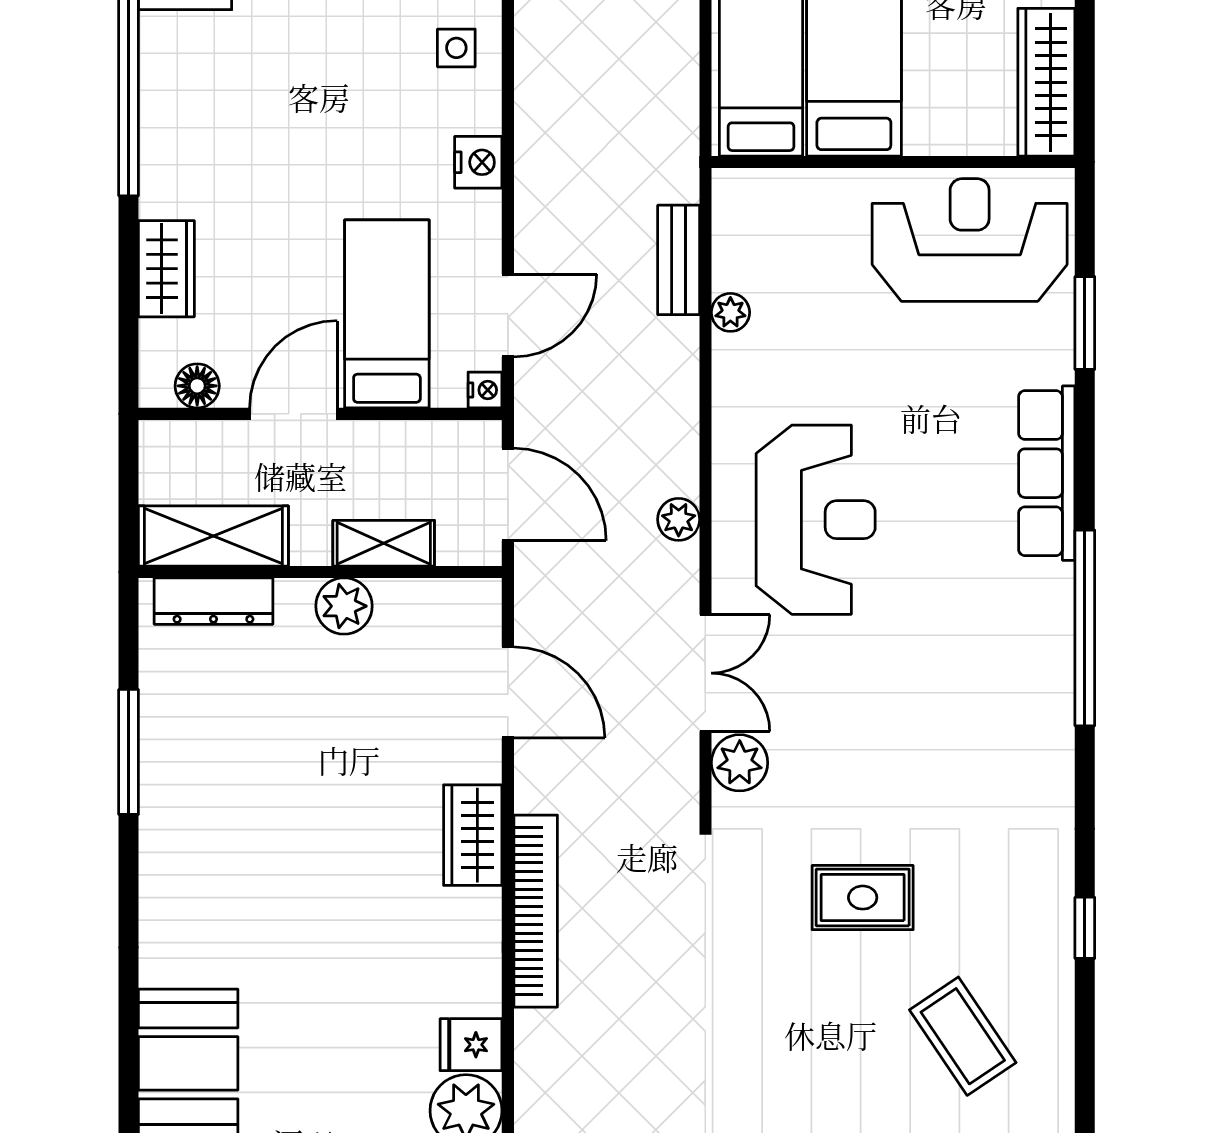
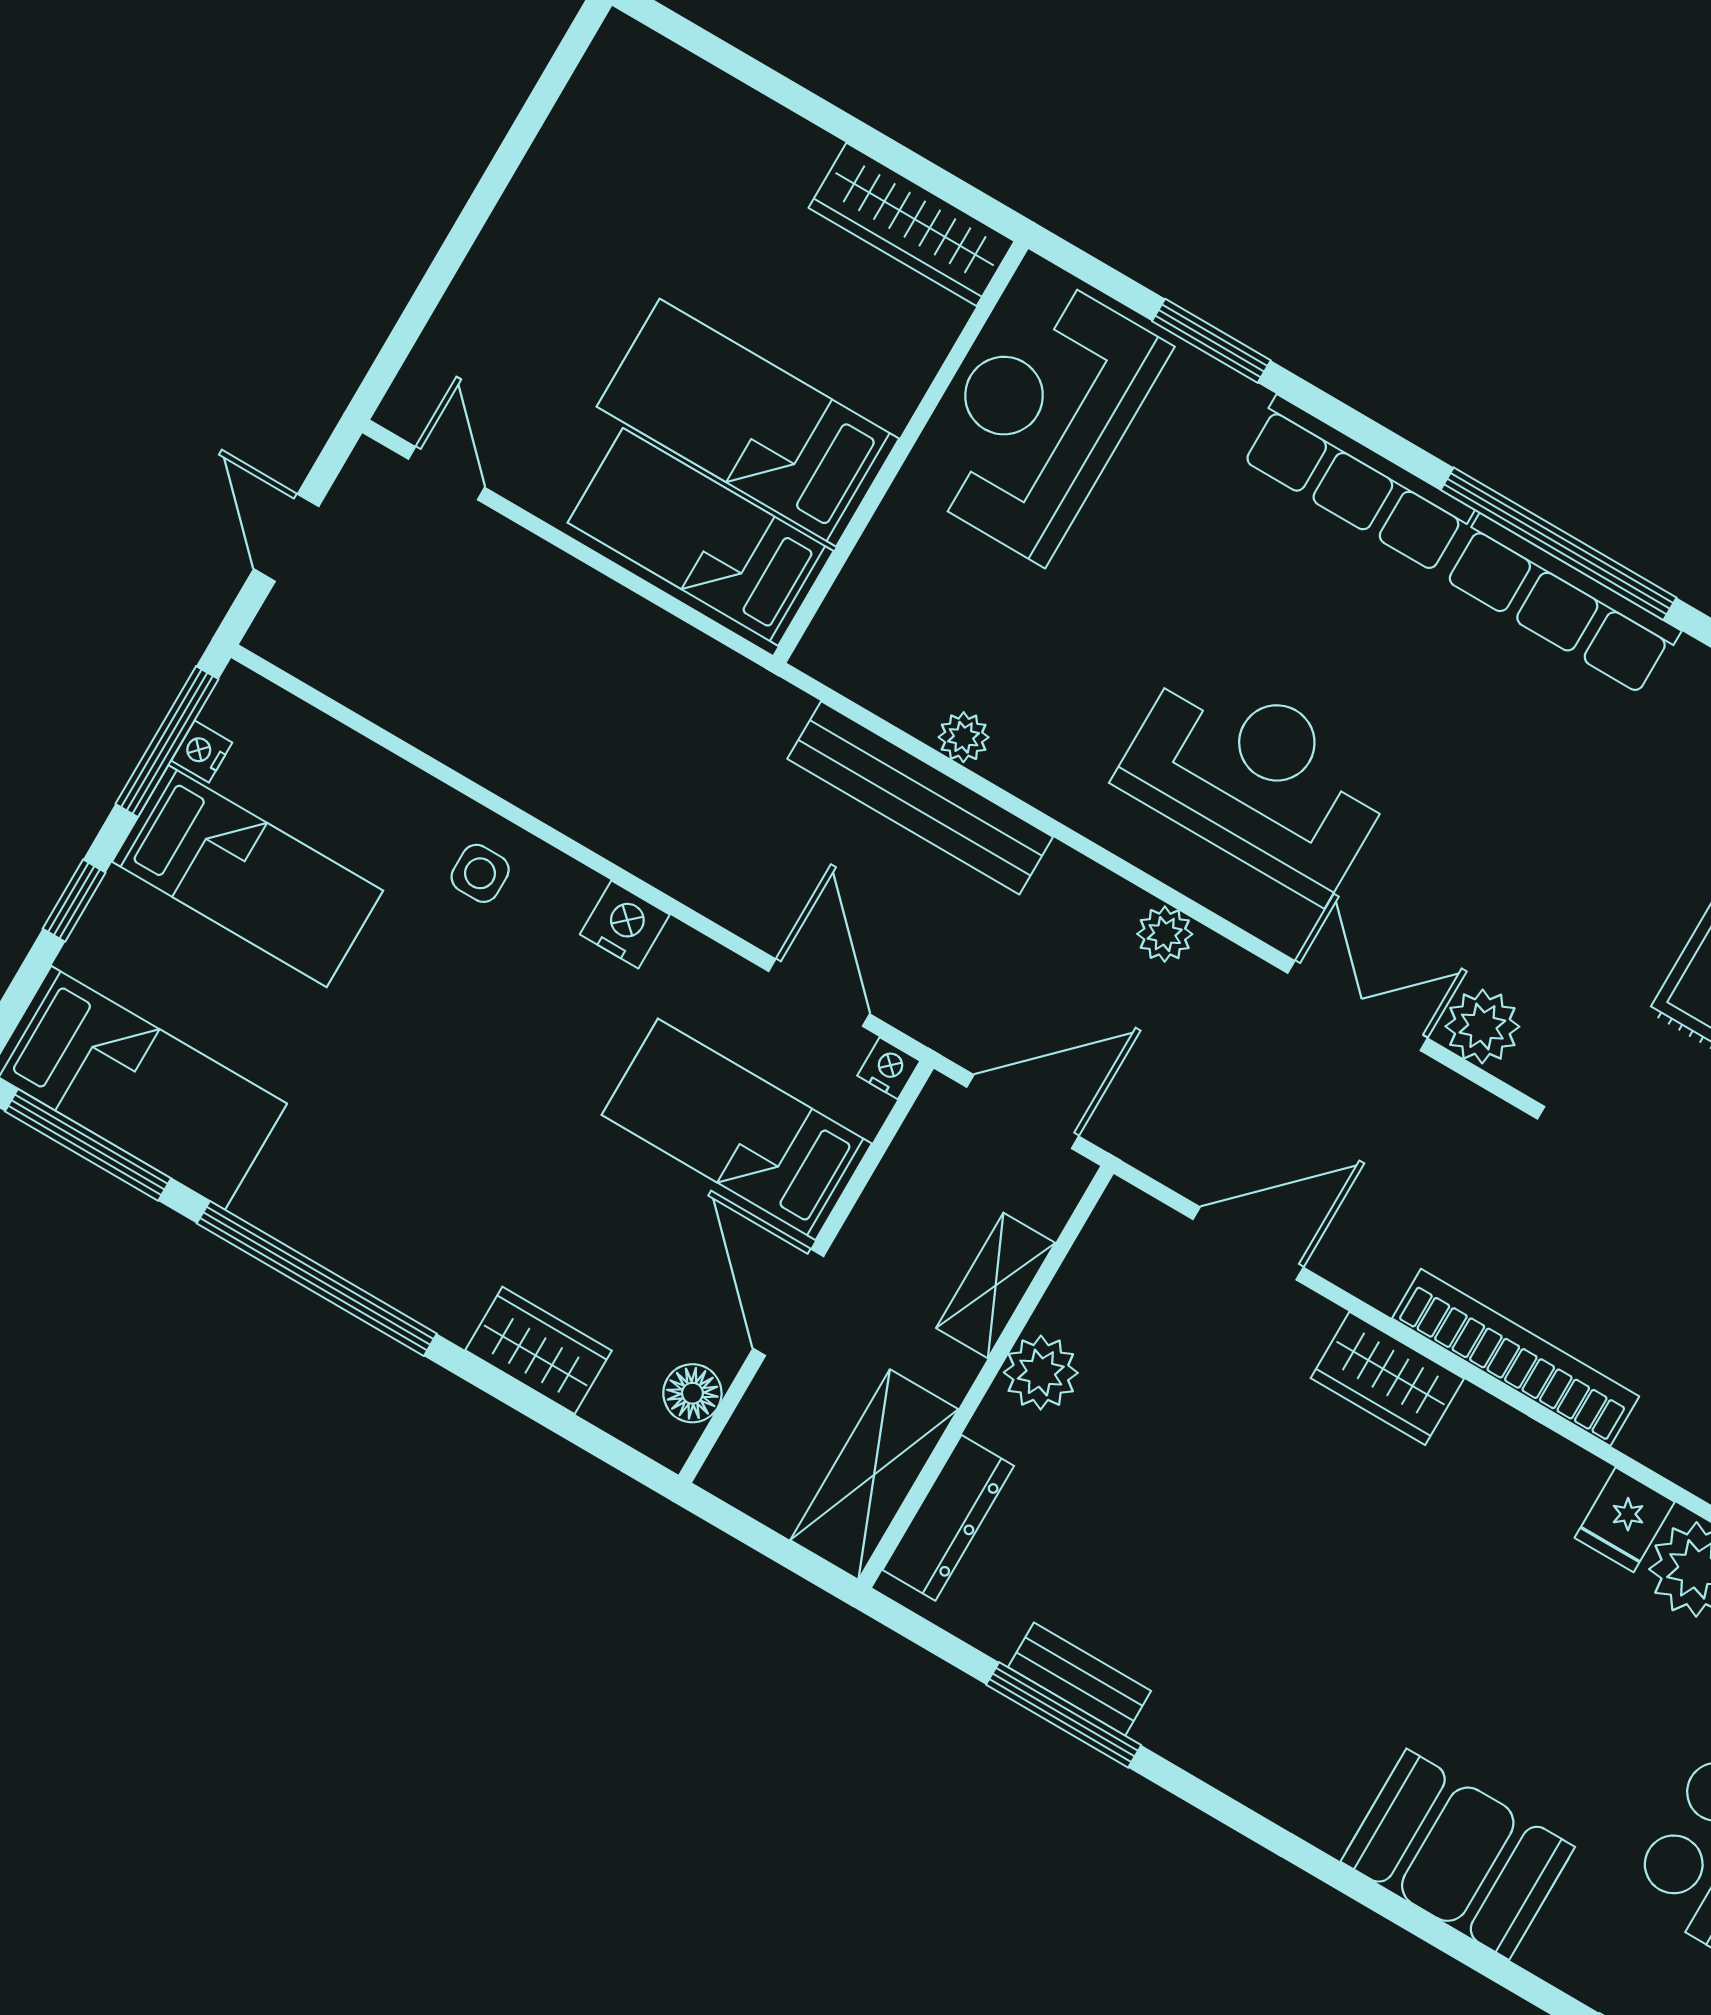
bench: (679, 260) -> (920, 798), width x1.86, depth x1.21
row of seats: (1046, 653) -> (1562, 604), added
bench: (158, 749) -> (1080, 1679), added

